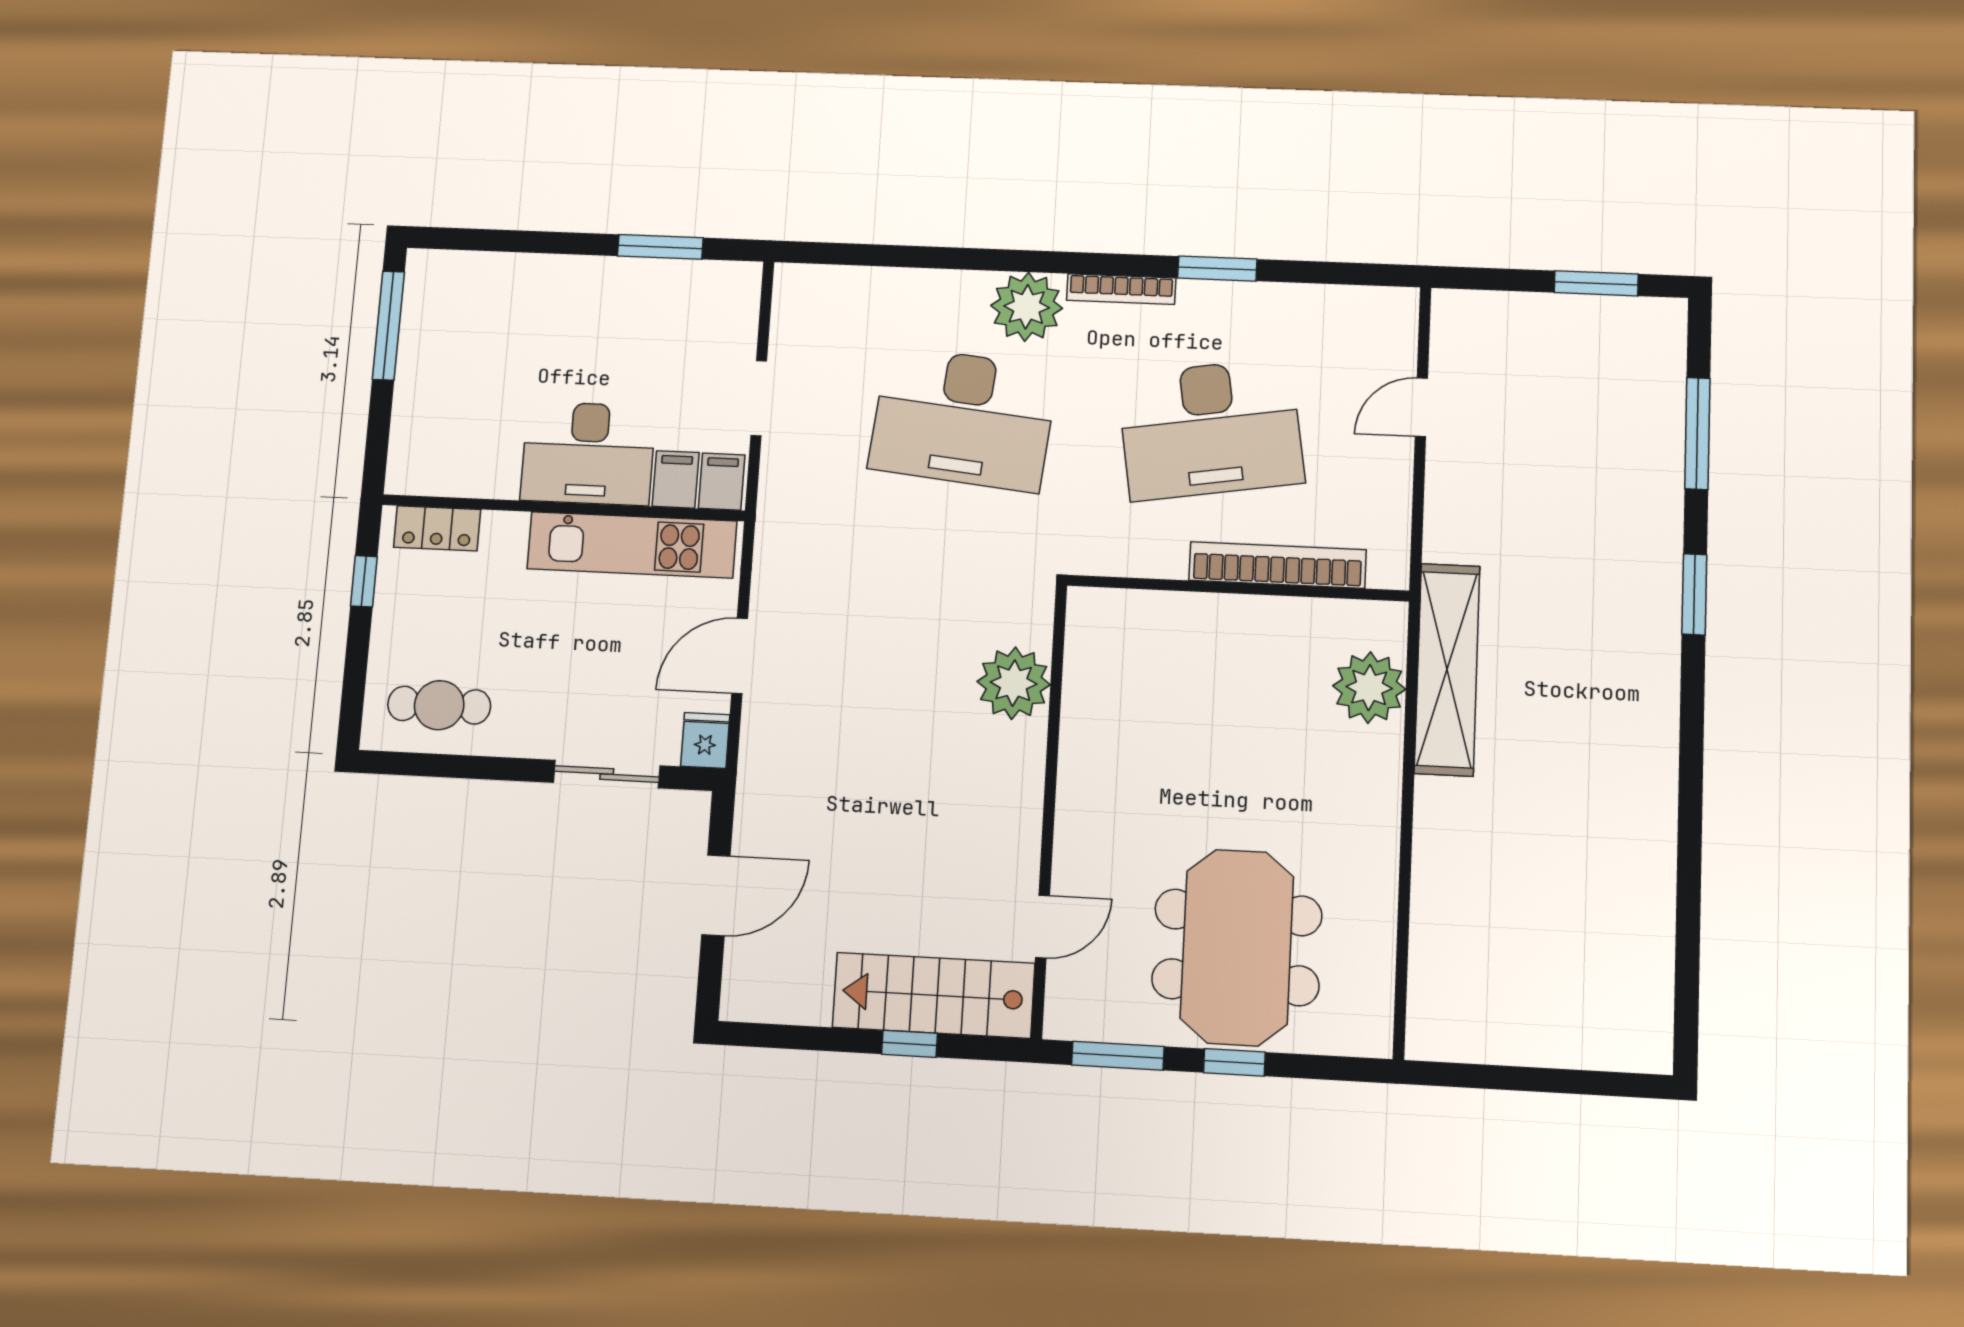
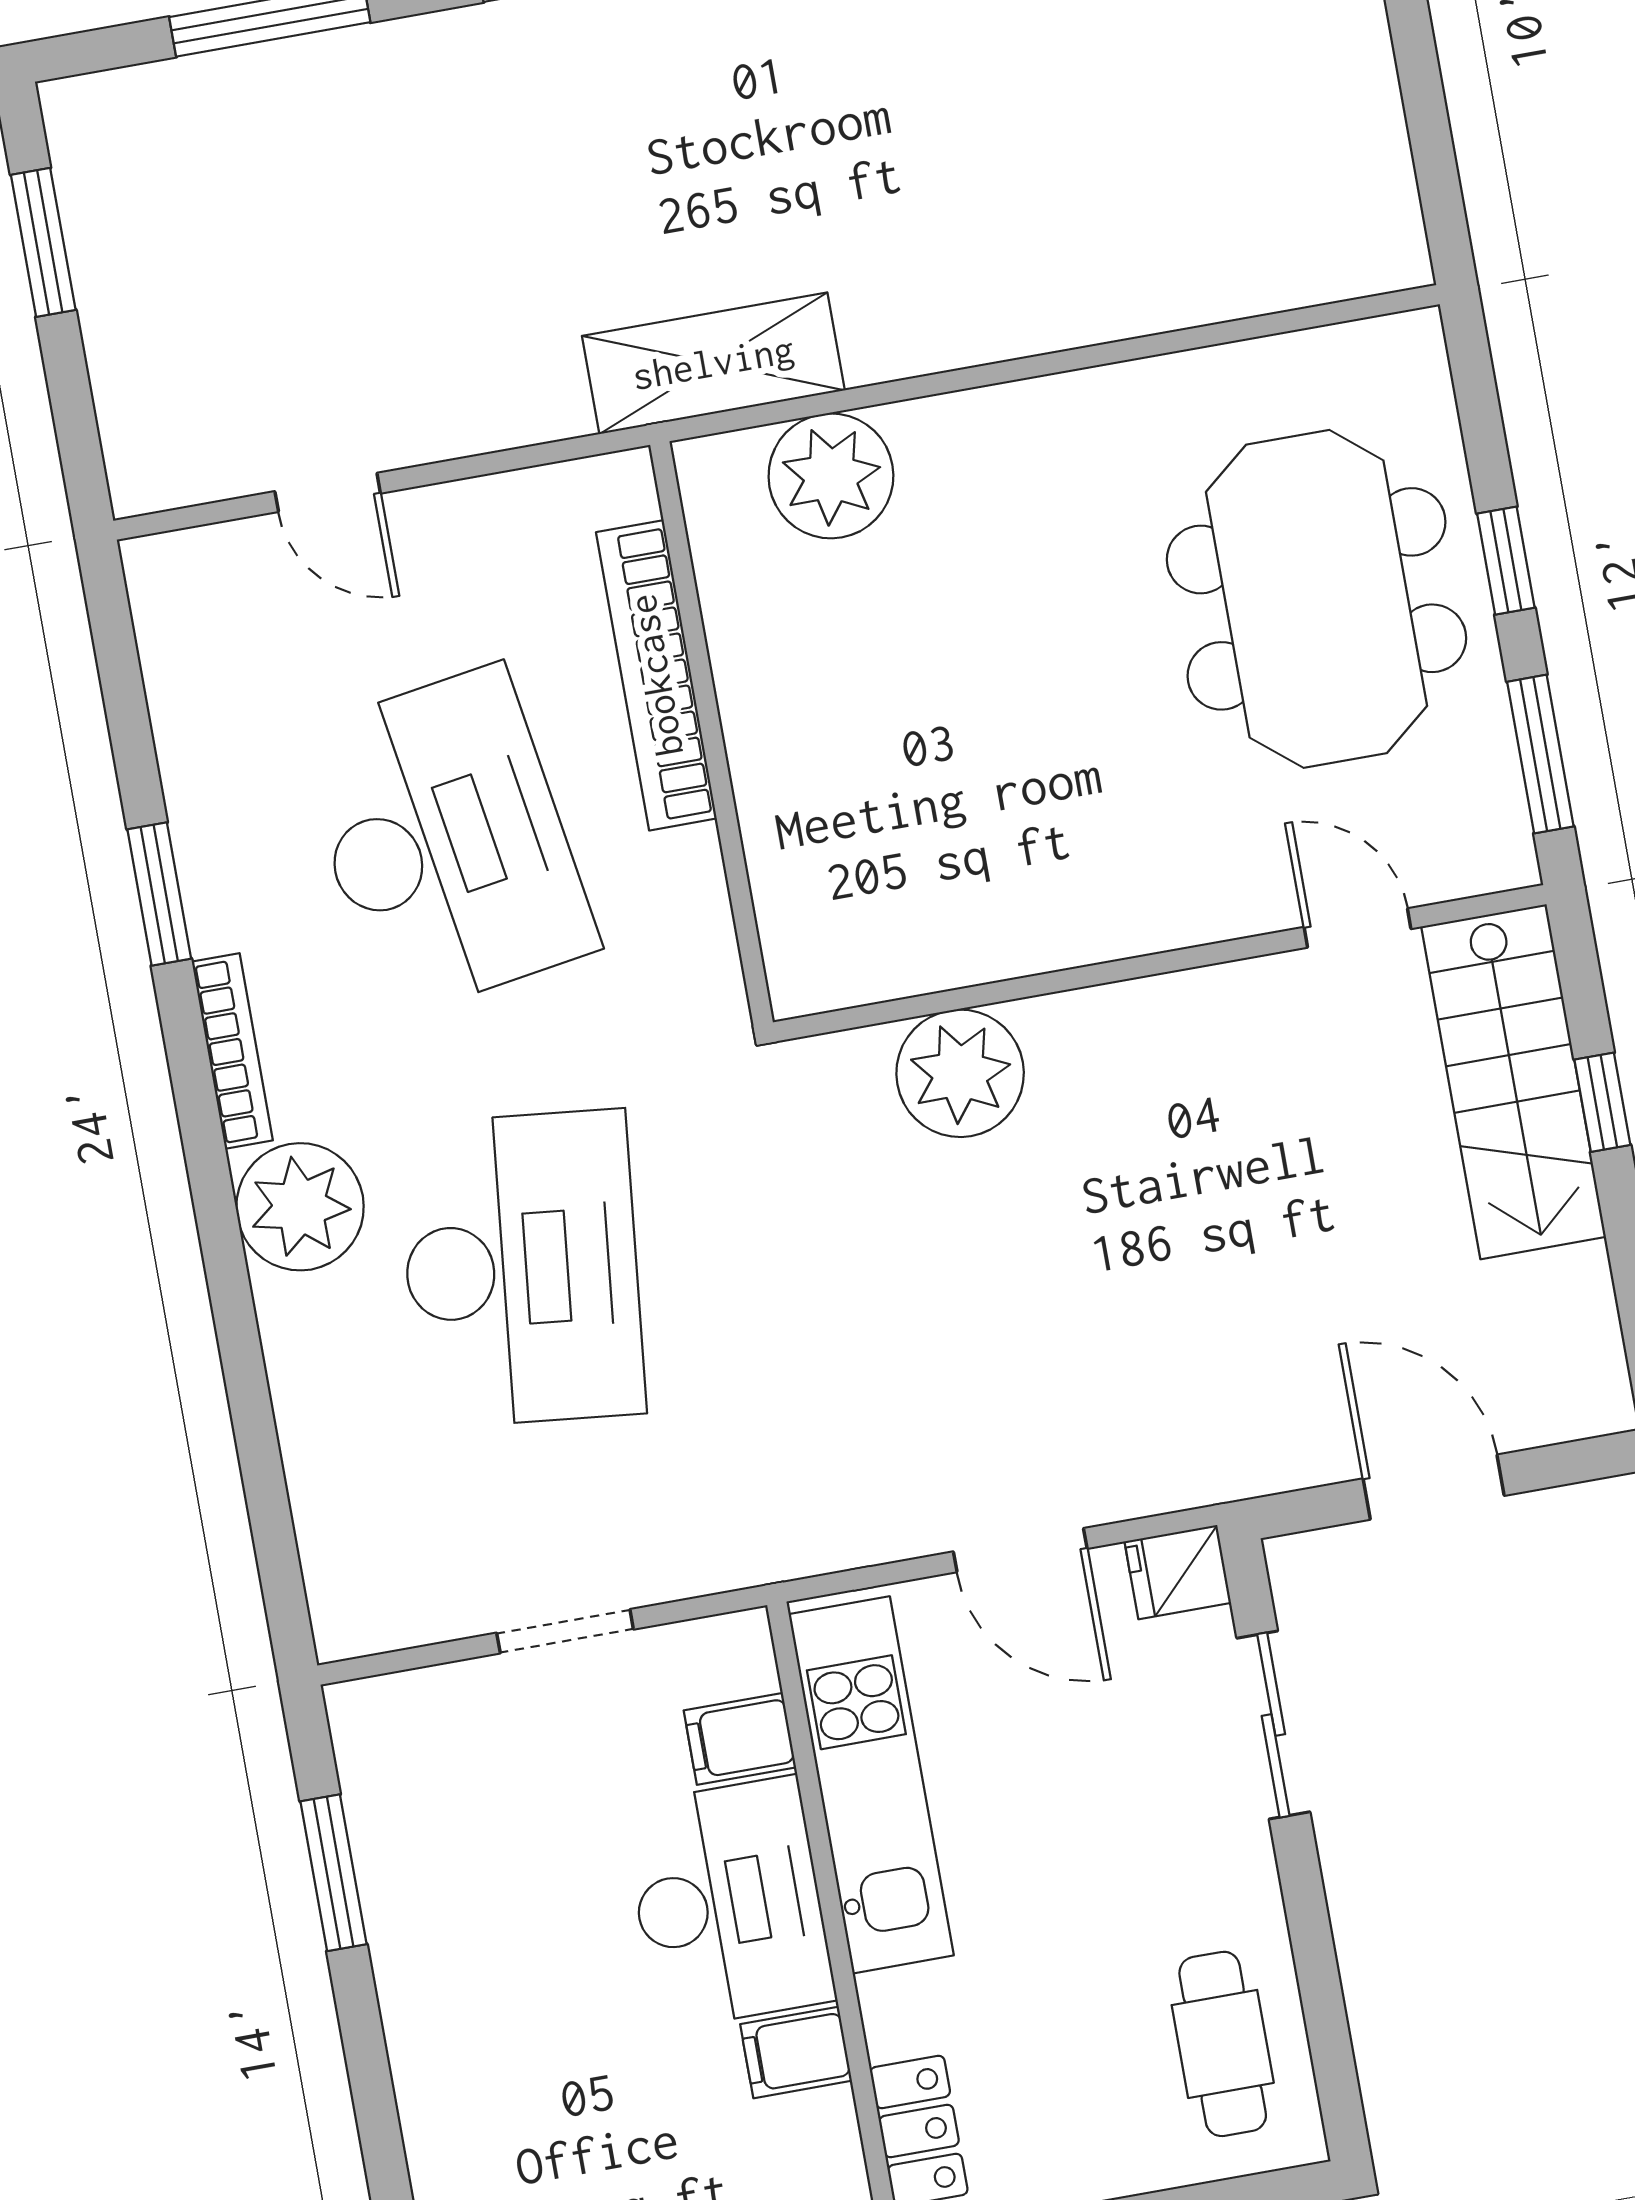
filing cabinet: (722, 482) -> (796, 2052), moved
shelving: (1447, 669) -> (713, 363), width x0.68
meeting table: (1237, 947) -> (1316, 599), turned 90

